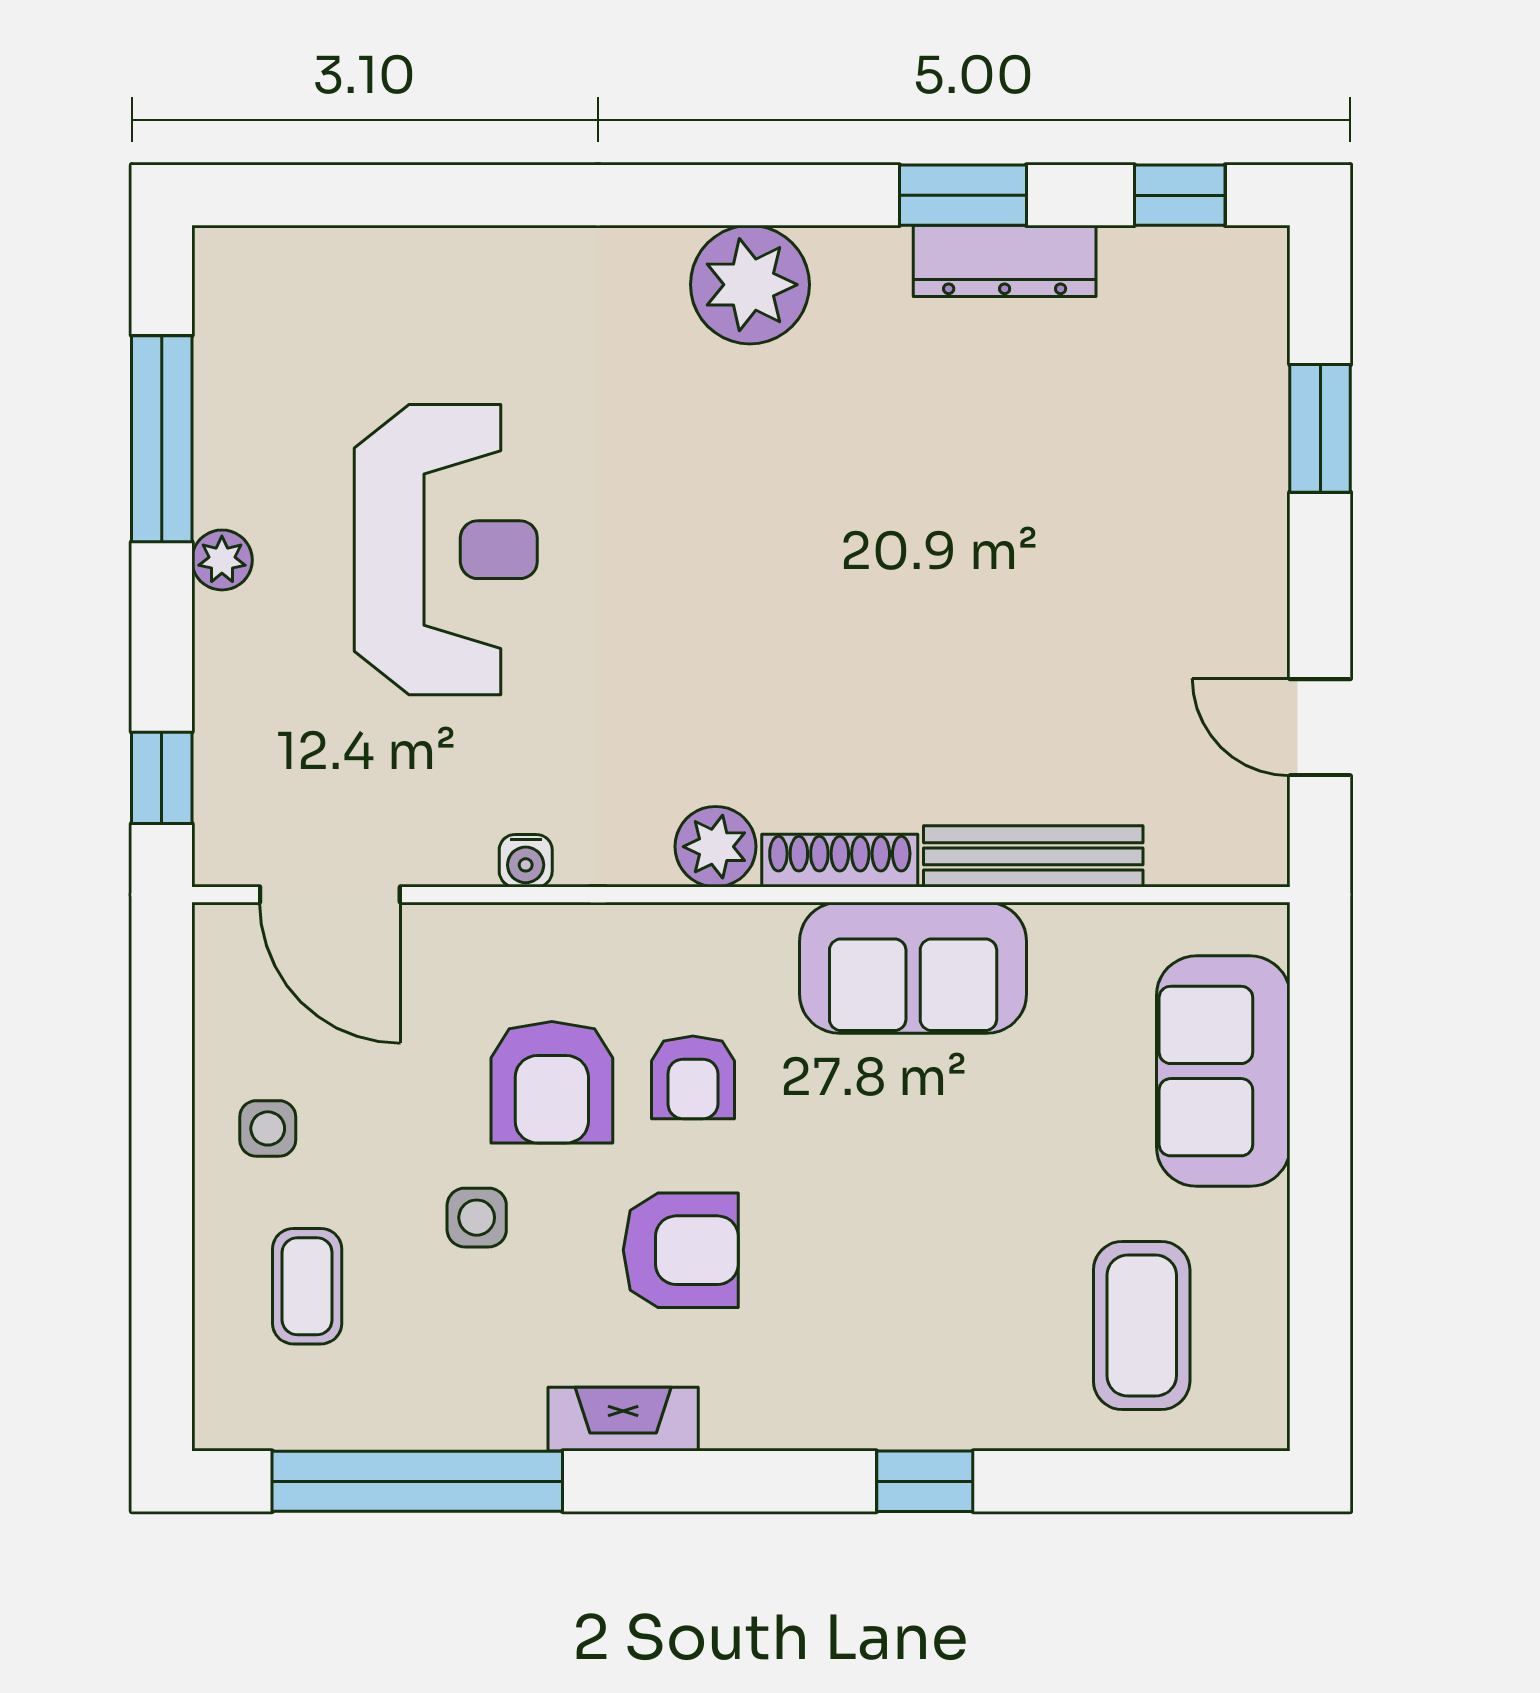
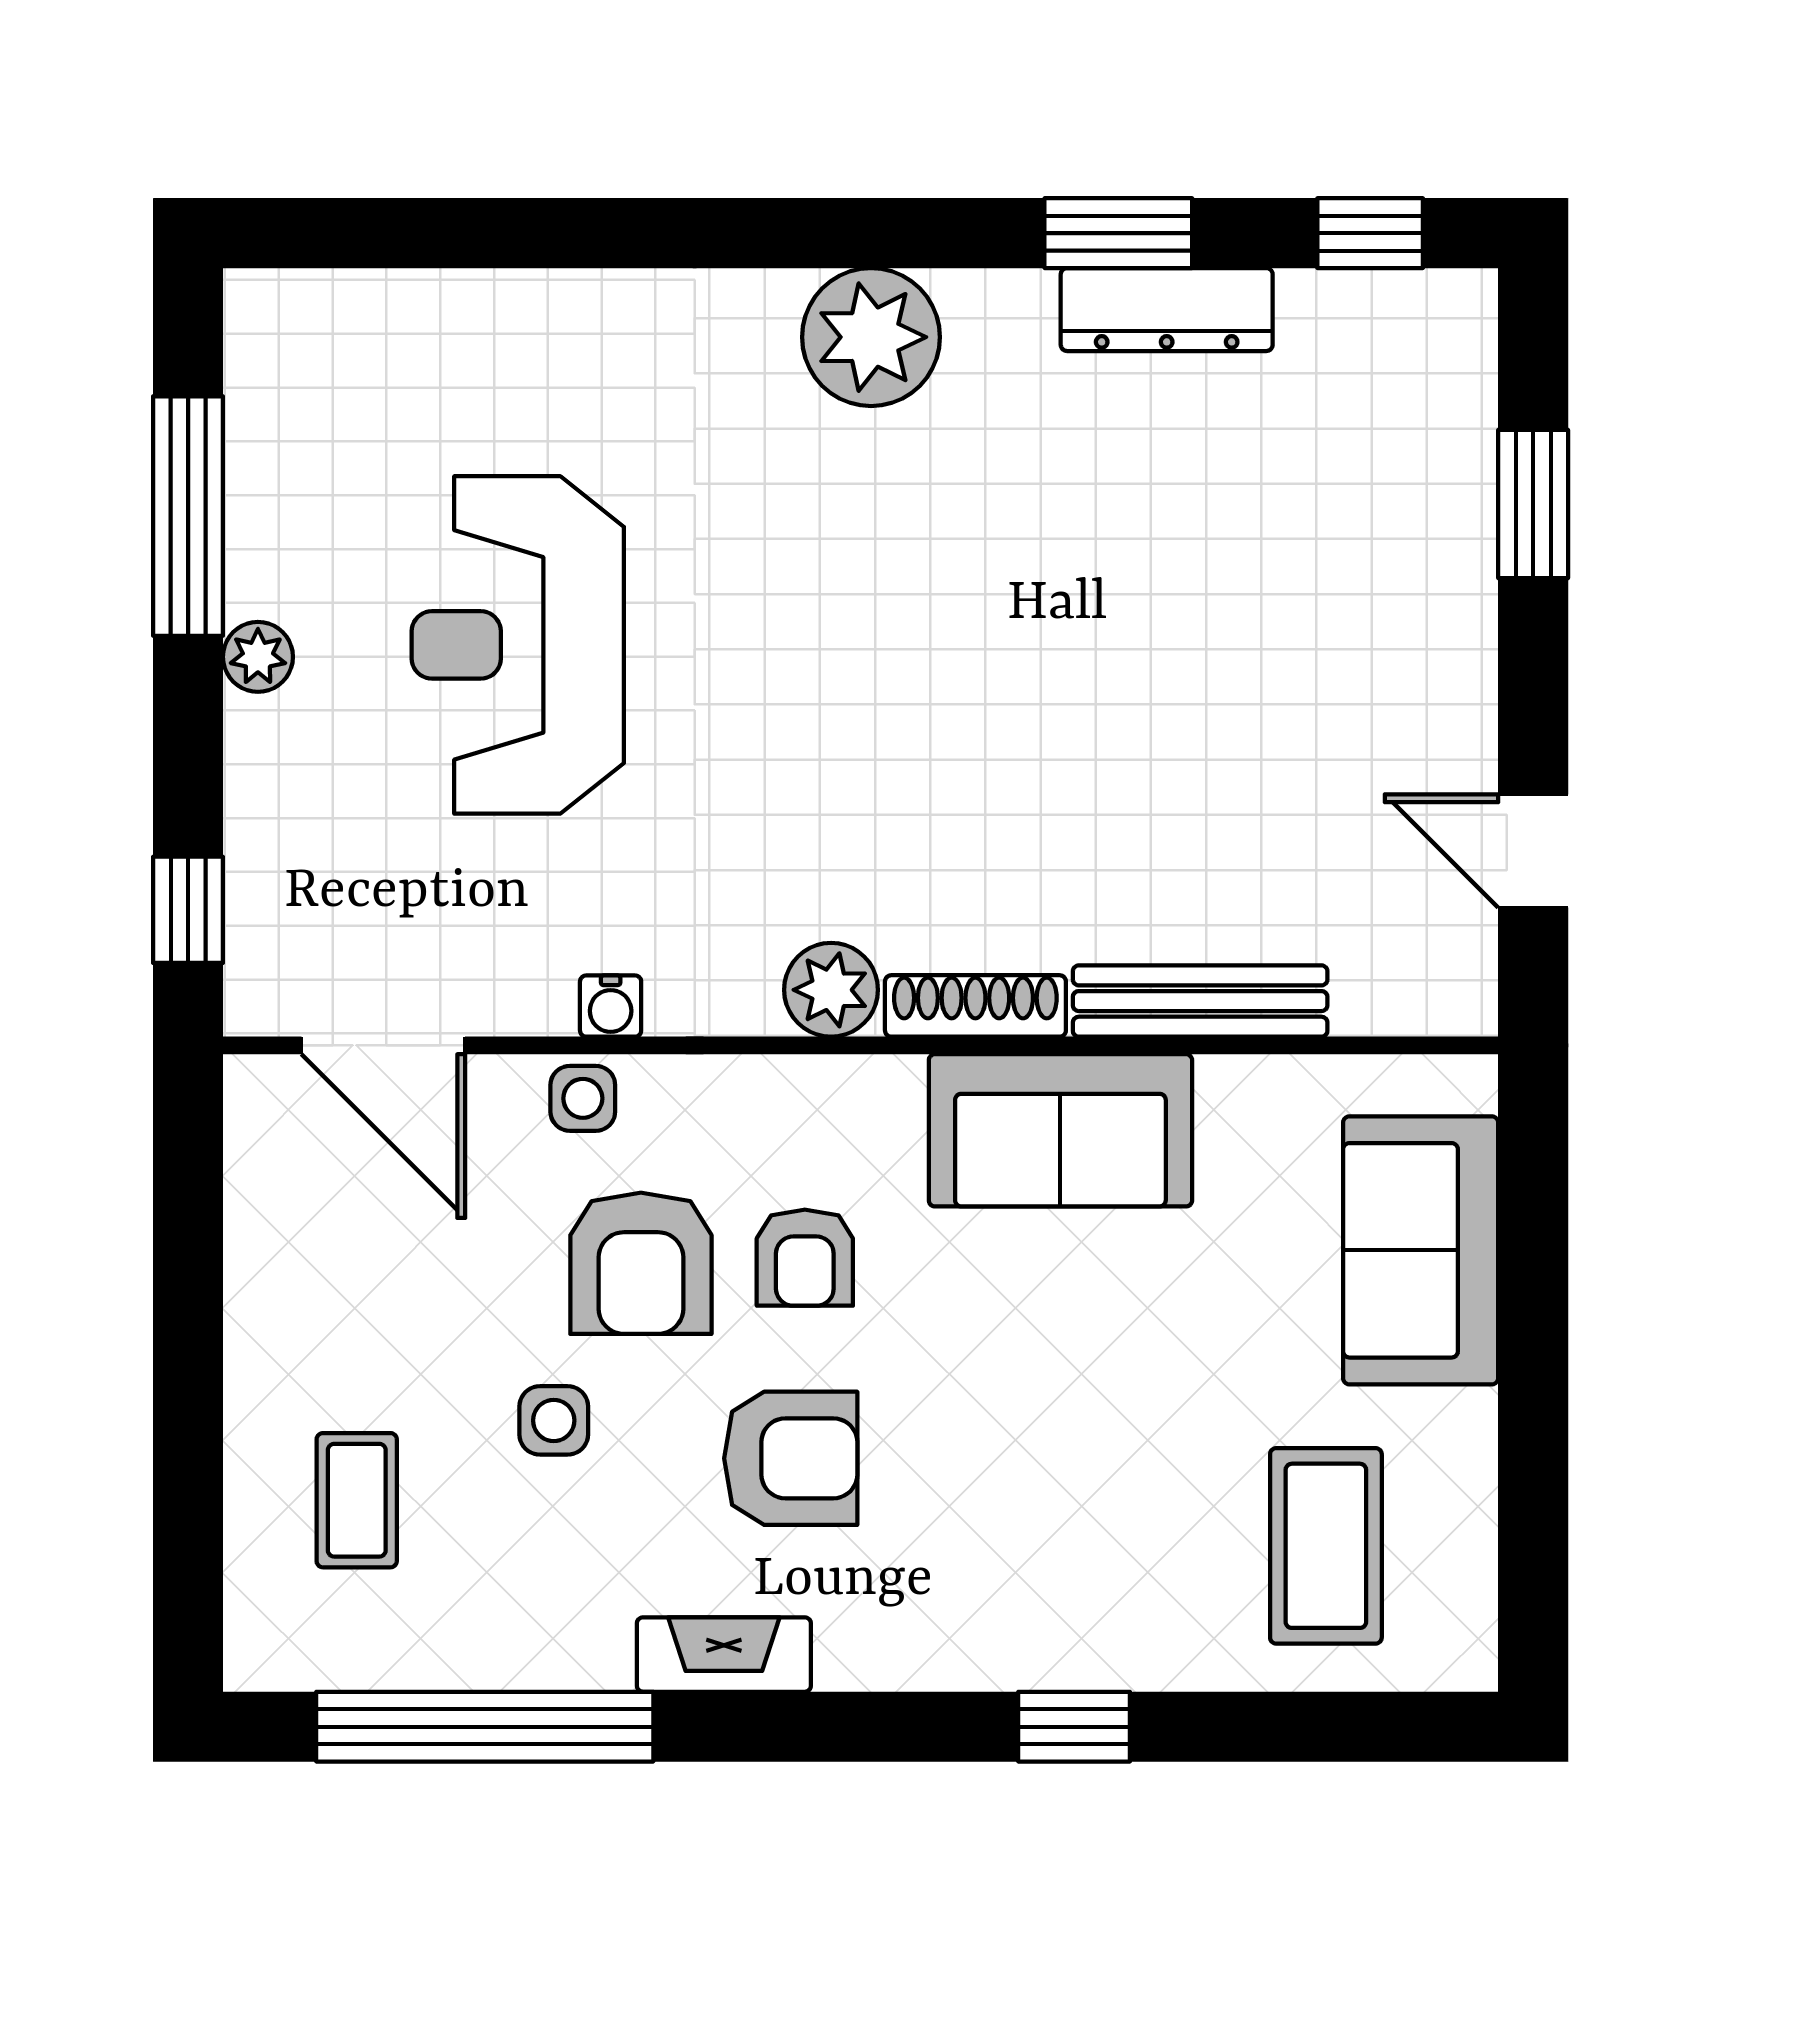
reception desk: (446, 550) -> (518, 645), turned 180
side table: (268, 1128) -> (583, 1098), moved

